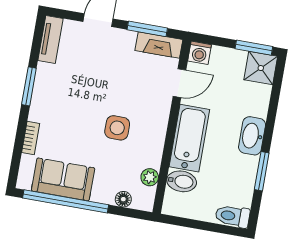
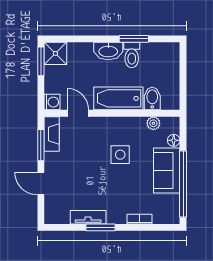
tv unit: (50, 40) -> (88, 217), moved
sofa: (63, 179) -> (167, 170), moved
toilet: (233, 216) -> (132, 55), moved

